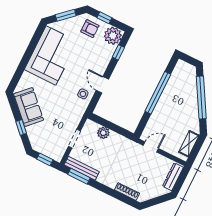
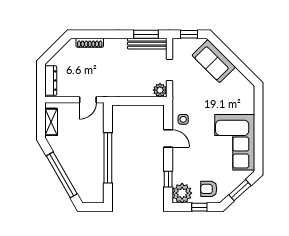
sofa: (29, 107) -> (214, 61), moved
window: (21, 127) -> (229, 55), removed
plant: (103, 133) -> (160, 90), moved

